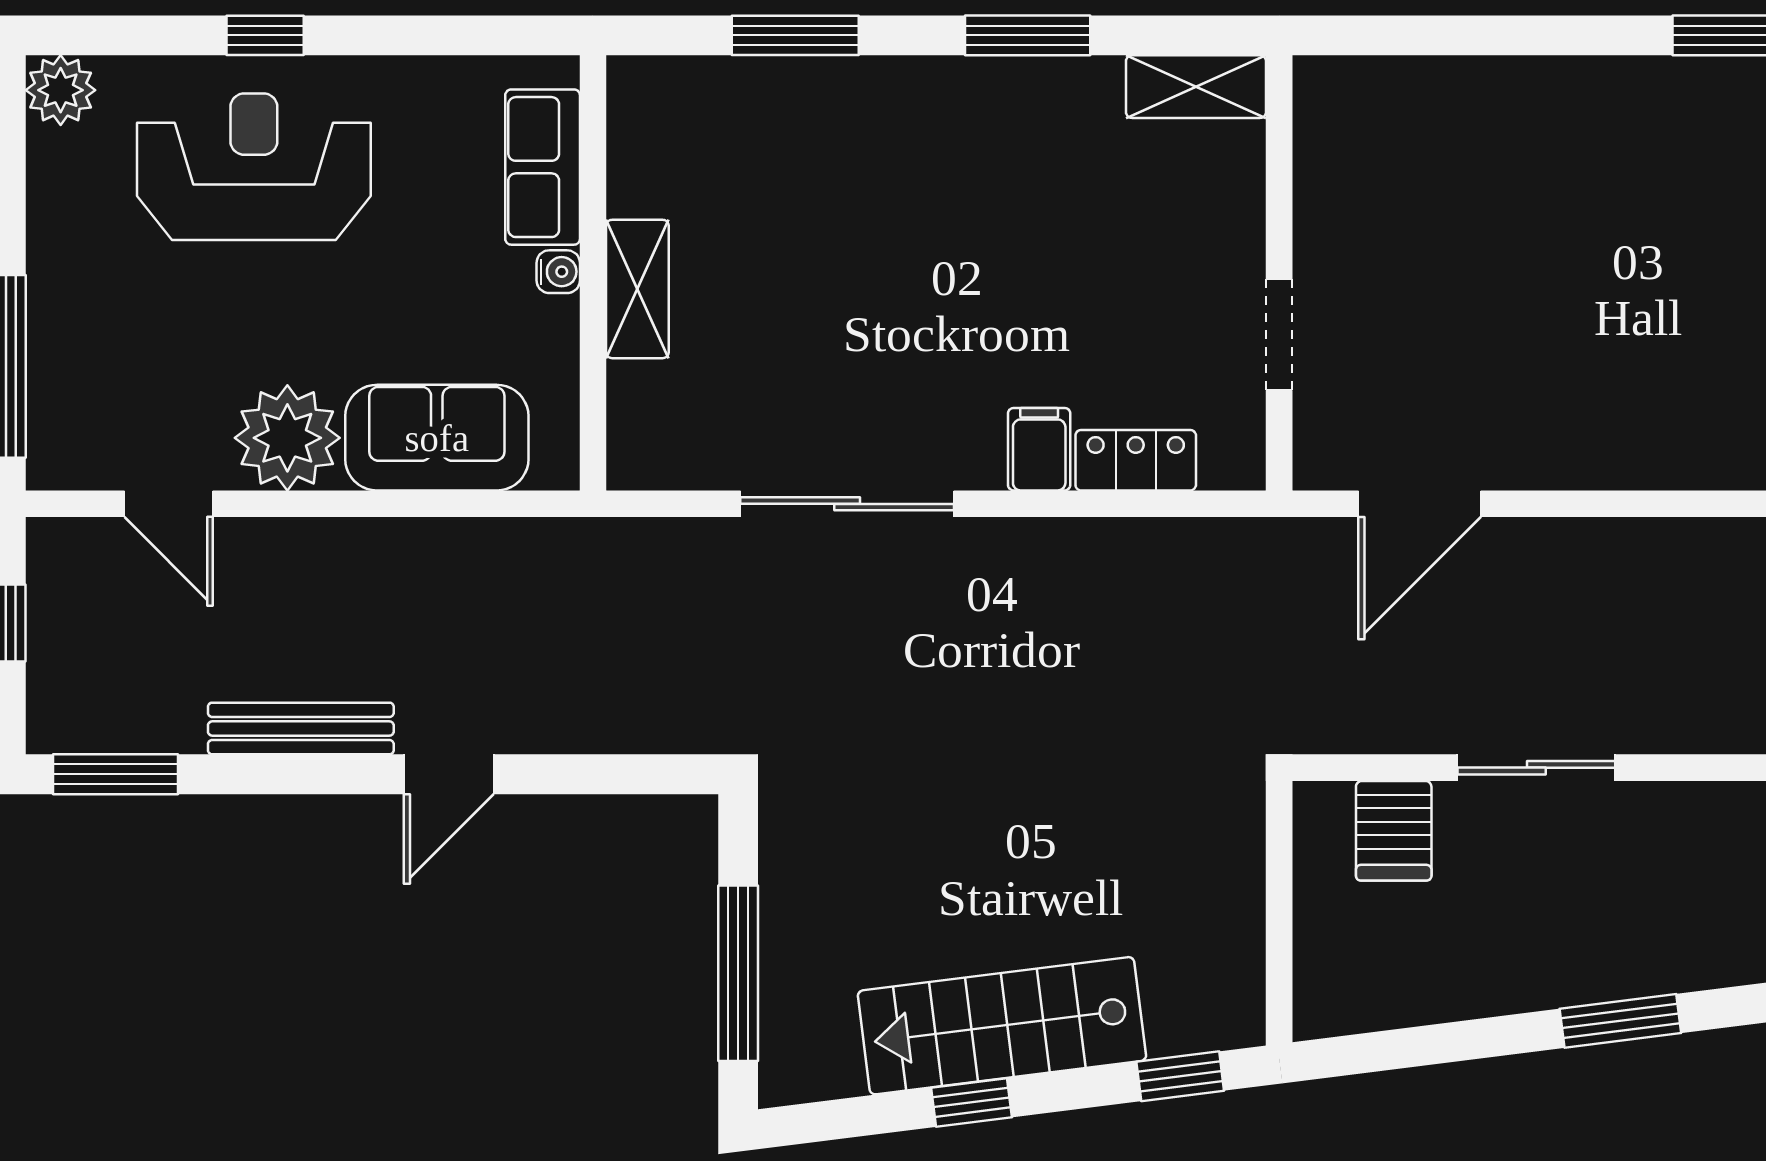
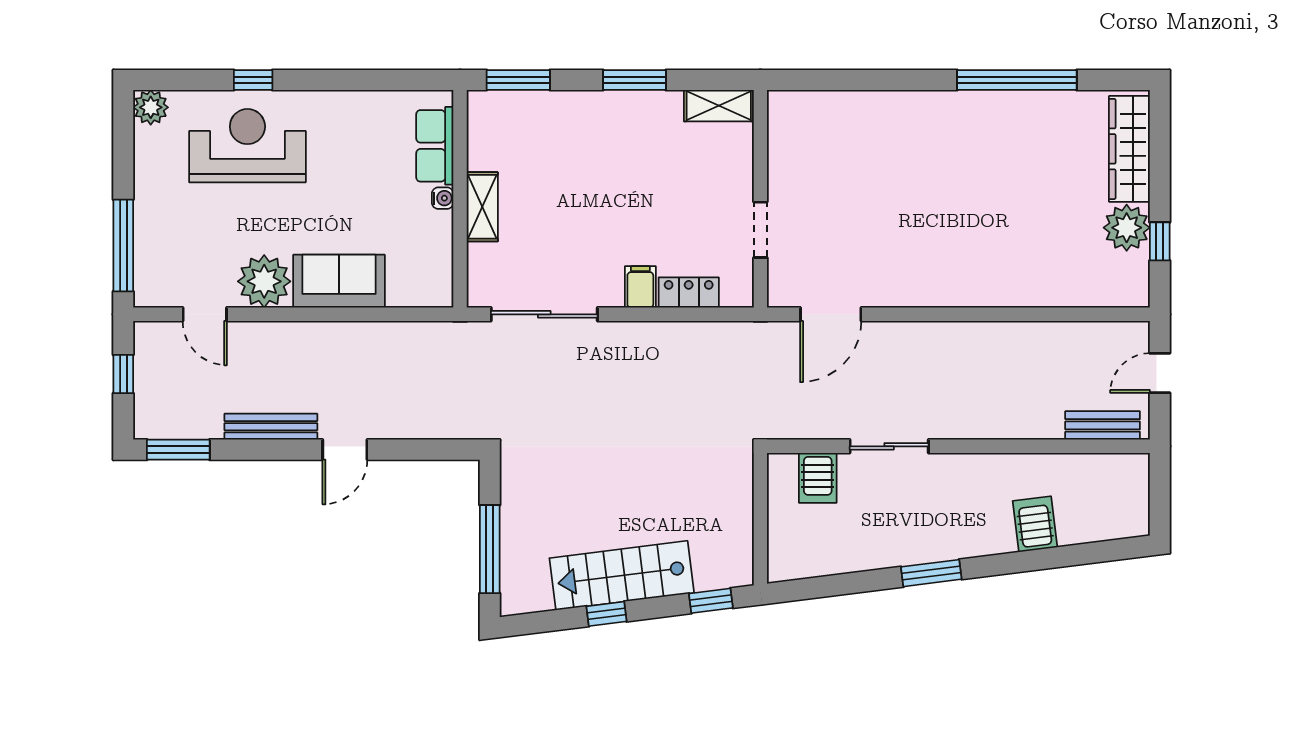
row of seats: (543, 167) -> (435, 146), moved
water cooler: (558, 272) -> (443, 198), moved
wall: (593, 273) -> (460, 199), moved
shelving: (637, 289) -> (482, 207), moved

